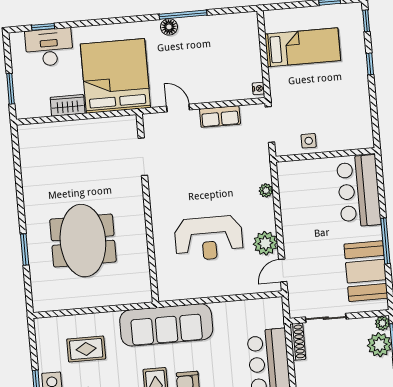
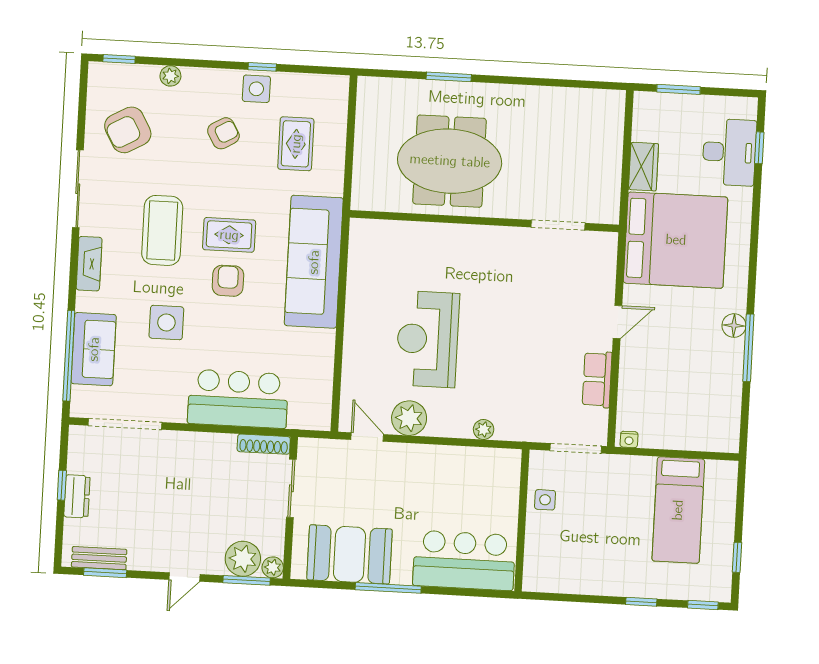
doorway: (143, 157) -> (558, 225), moved
wall: (147, 208) -> (484, 221), moved

